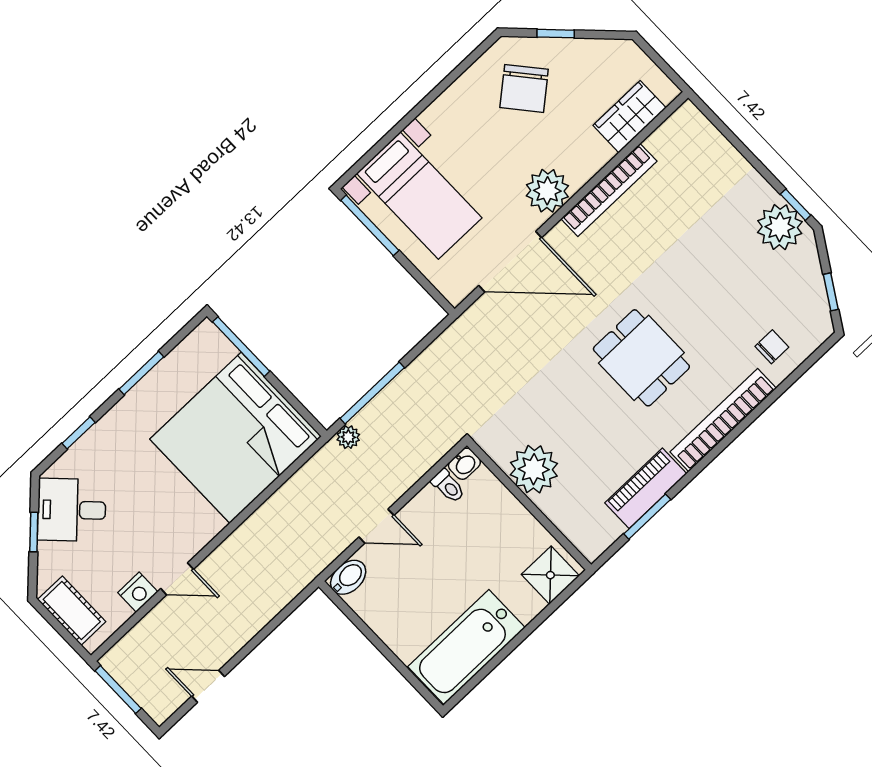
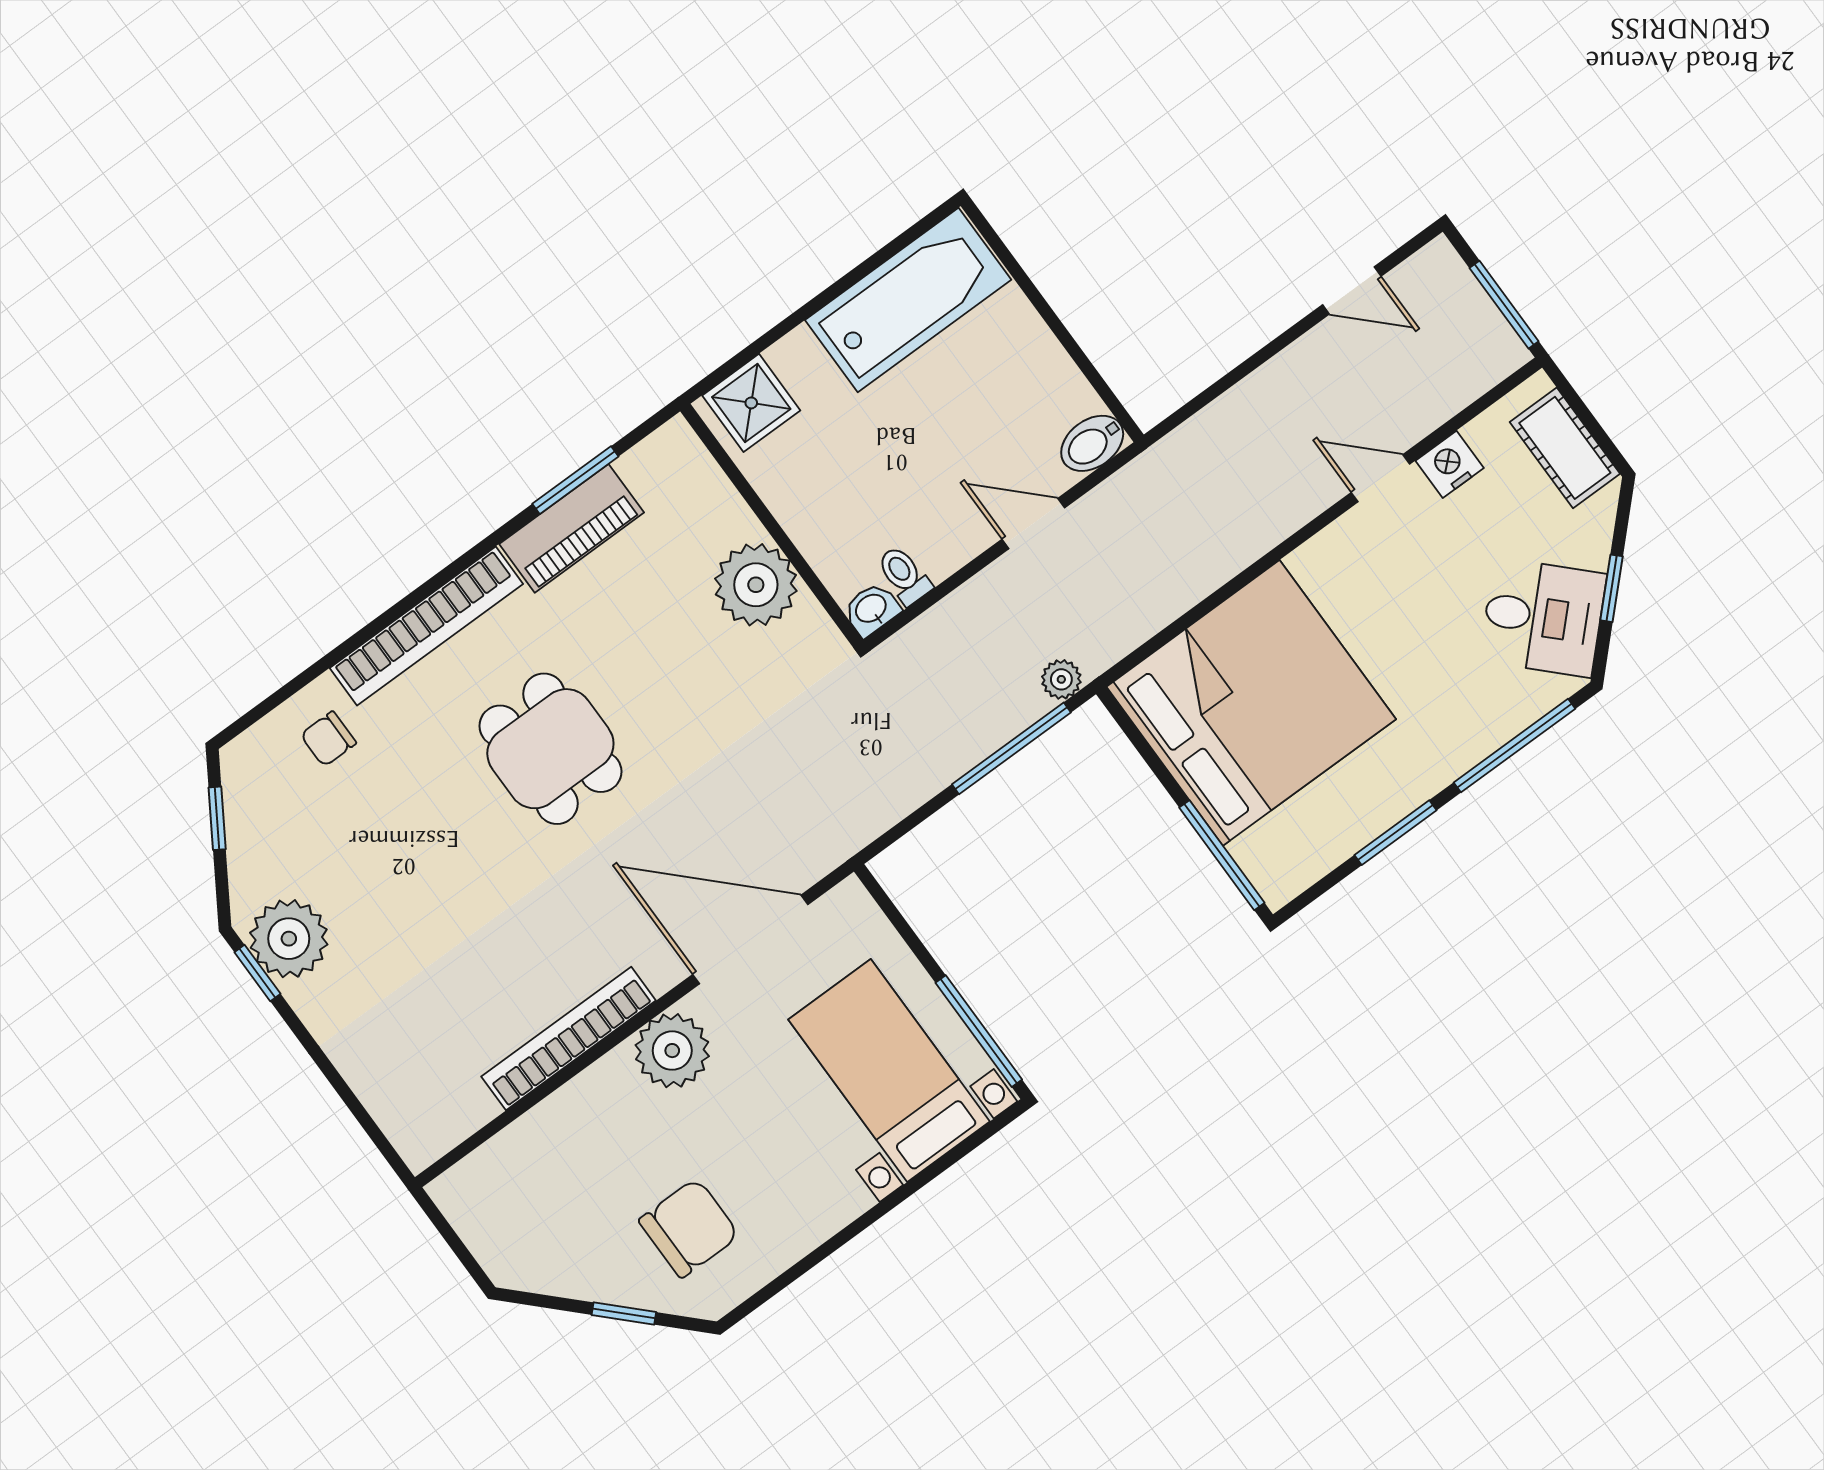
chair: (524, 88) -> (689, 1228), turned 40
wardrobe: (630, 117) -> (518, 1158), removed
window: (79, 433) -> (1515, 746), width x2.17

